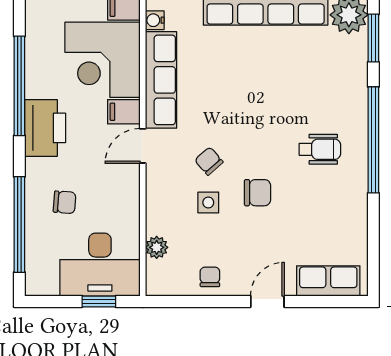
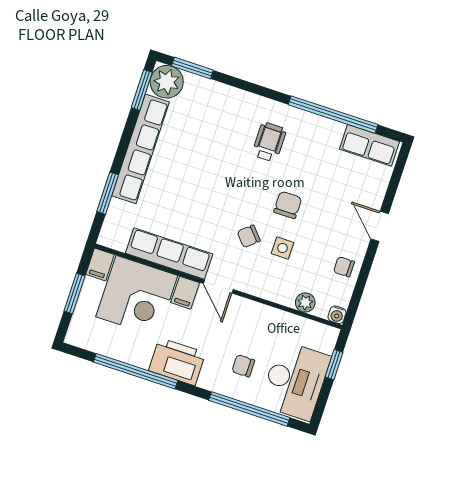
water cooler: (155, 20) -> (337, 315), moved
window: (373, 140) -> (333, 115), moved
chair: (65, 202) -> (243, 366), turned -94
desk: (100, 265) -> (295, 381), moved
row of seats: (328, 281) -> (369, 145), moved, turned -90

